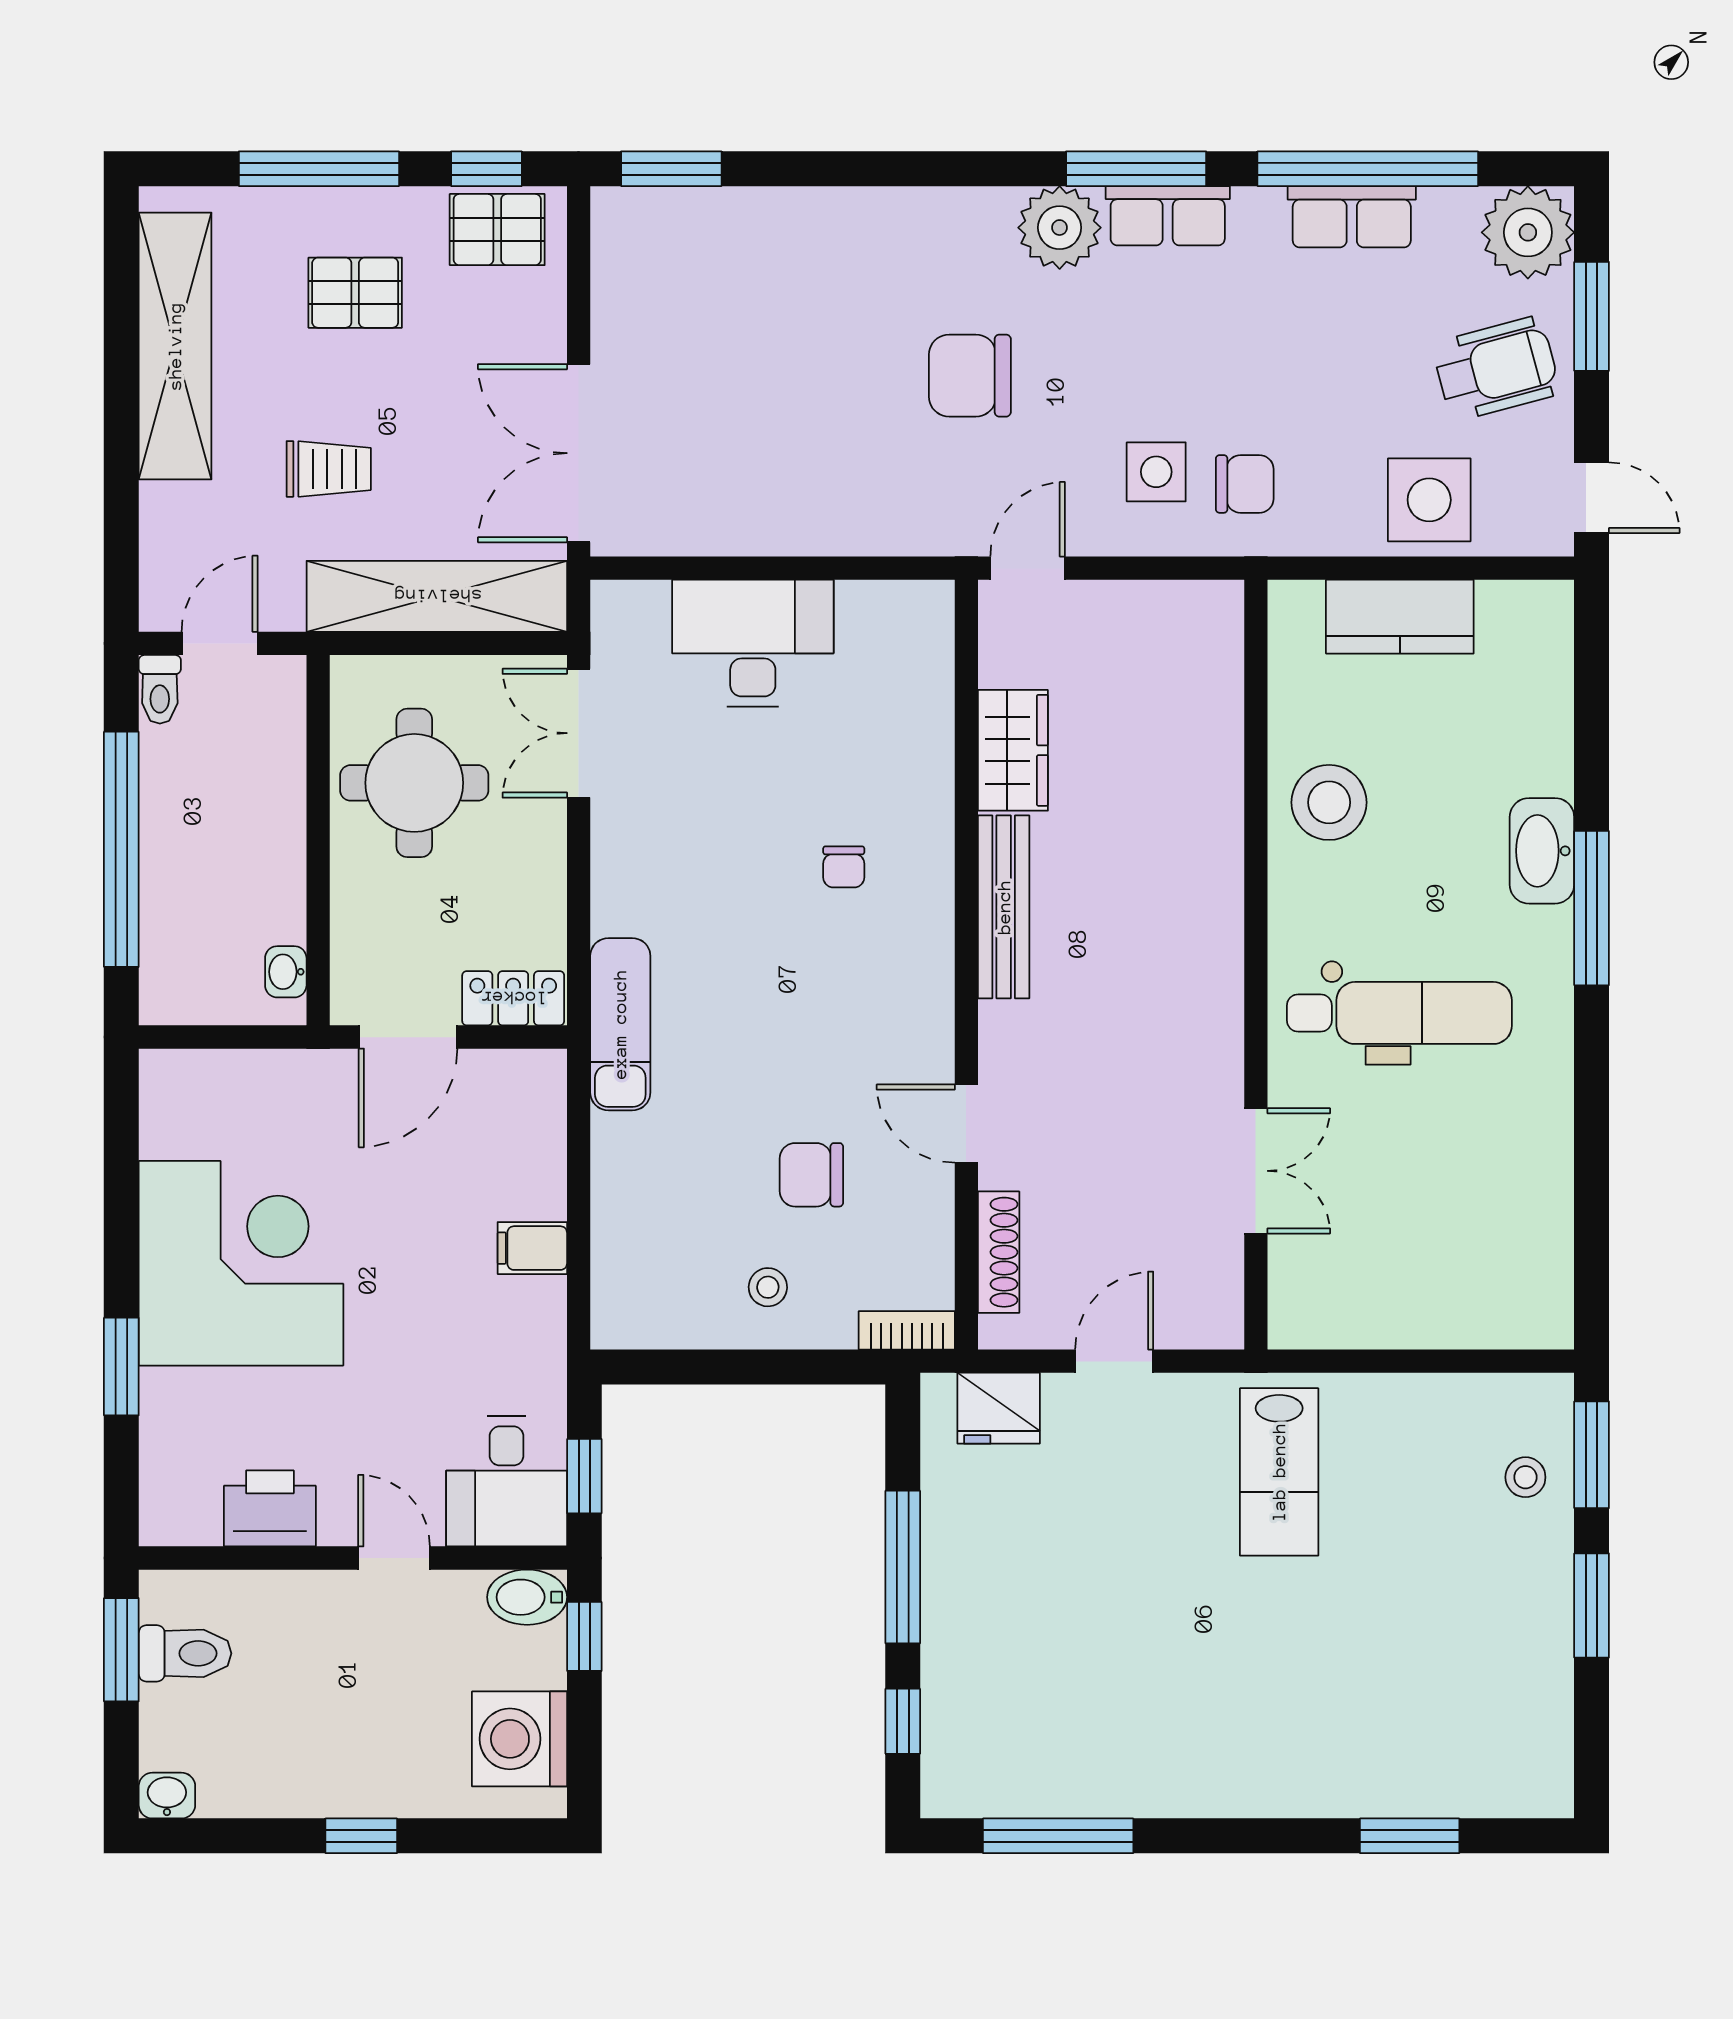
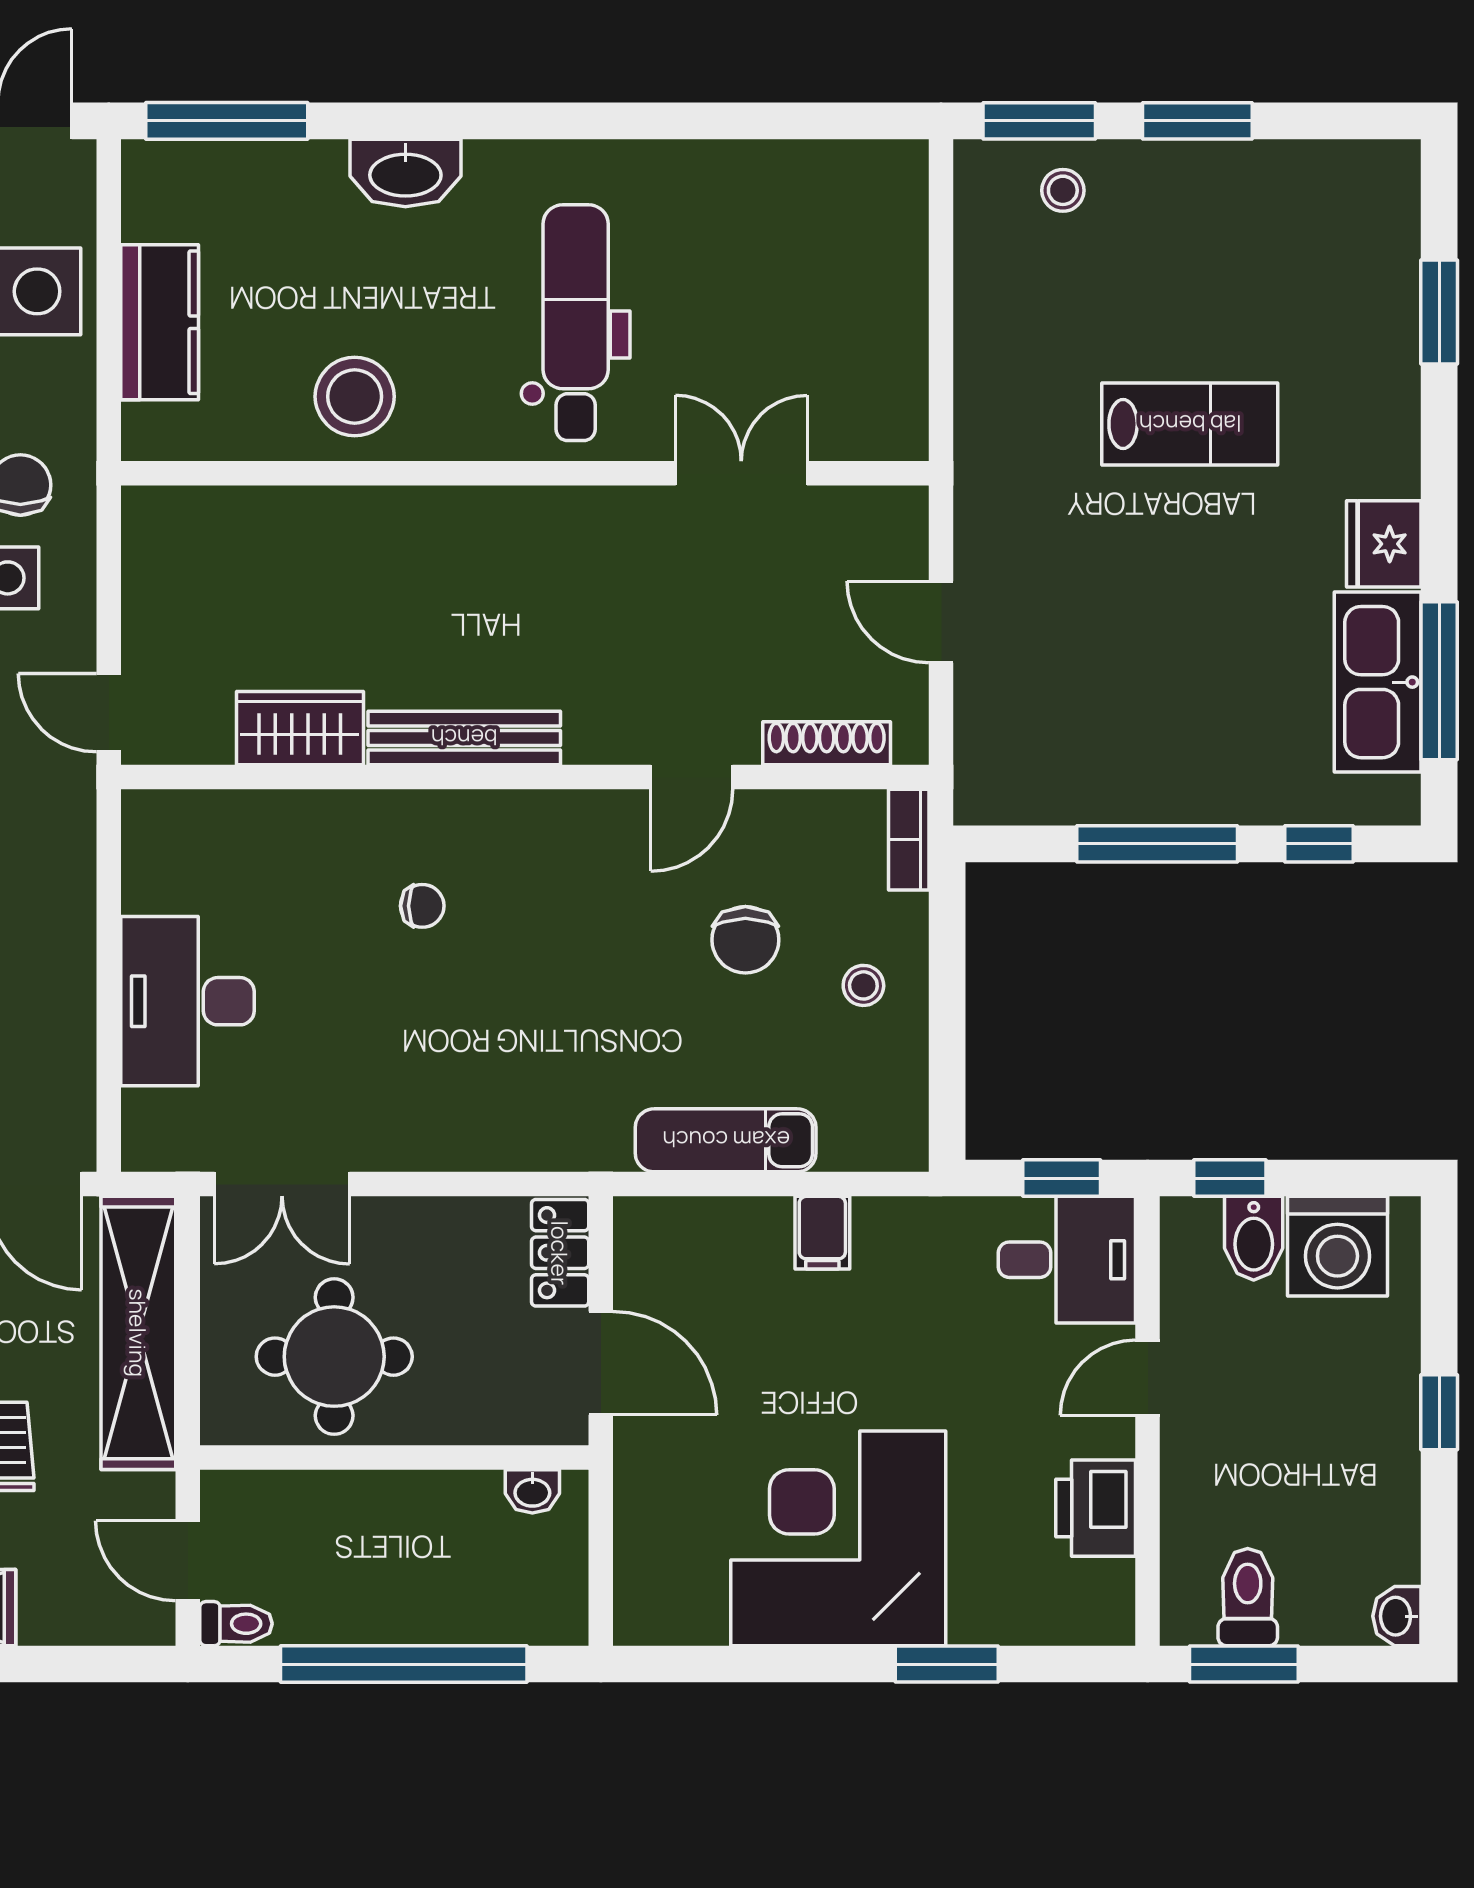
window: (1592, 908) -> (227, 121), moved
exam couch: (620, 1024) -> (726, 1140), moved
fridge: (999, 1408) -> (1384, 544), moved, turned 180
lab bench: (1279, 1472) -> (1190, 424), moved
bidet: (527, 1597) -> (1254, 1238), moved
kitchen sink: (1057, 1777) -> (1378, 682), added

